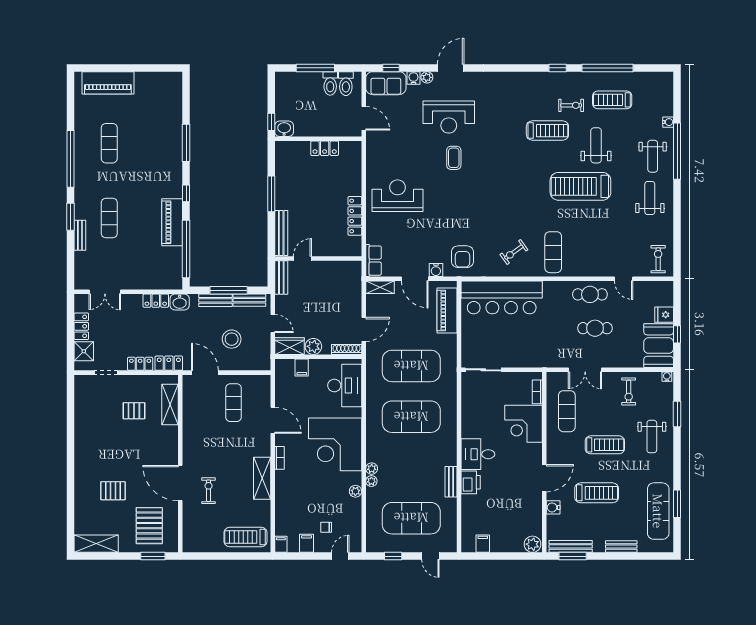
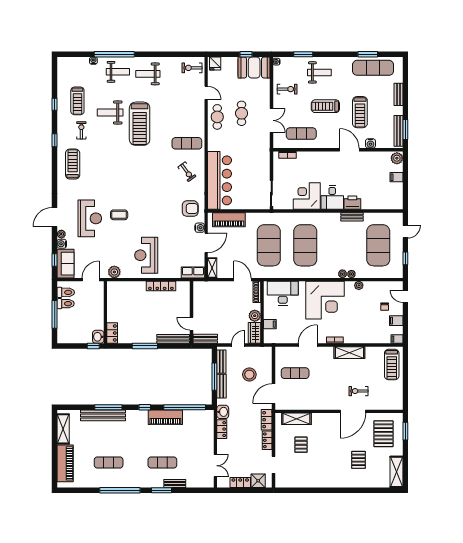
door: (451, 68) -> (55, 217), hinge flipped
window: (608, 68) -> (55, 104), width x0.32
shelving: (156, 80) -> (63, 429), added
treadmill: (547, 131) -> (73, 164), moved
bench: (175, 135) -> (103, 415), added
locker: (325, 148) -> (112, 333), moved
plant: (374, 151) -> (114, 272), added
door: (624, 279) -> (206, 93), hinge flipped
fridge: (664, 315) -> (215, 64), moved
corner desk: (523, 424) -> (307, 196), moved, turned 180
treadmill: (605, 445) -> (325, 106), turned -90
treadmill: (597, 493) -> (360, 112), turned 180
pallet: (149, 526) -> (383, 434), turned 90
filing cabinet: (483, 544) -> (396, 177), moved

